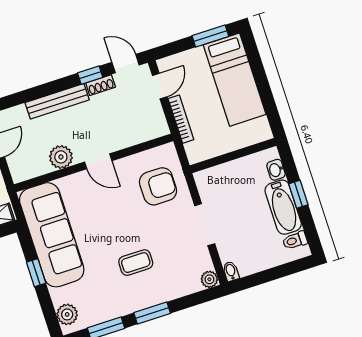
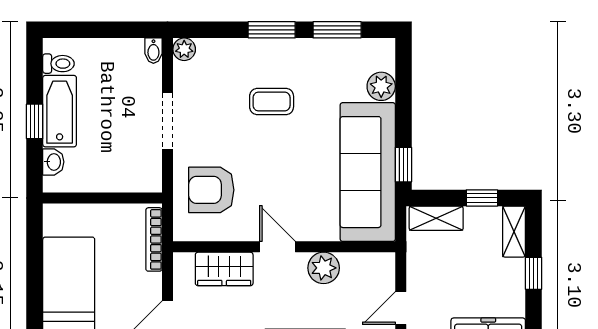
bookcase: (181, 119) -> (154, 239), moved
wardrobe: (131, 133) -> (224, 269), added
window: (36, 273) -> (403, 165), moved
plant: (67, 314) -> (381, 86), moved

